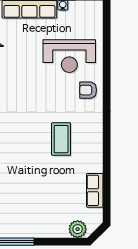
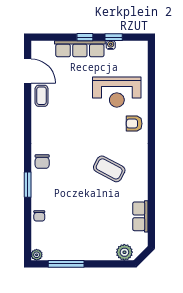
coffee table: (61, 139) -> (109, 169), turned -62

